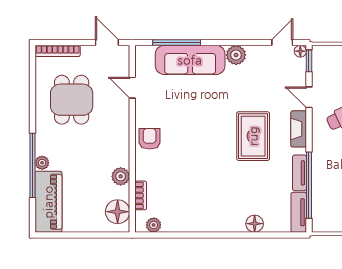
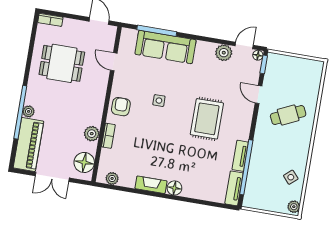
bookcase: (58, 51) -> (50, 20), width x0.64
plant: (236, 55) -> (224, 53), moved
dining table: (72, 100) -> (62, 63), turned 90
side table: (193, 124) -> (159, 101), added
fireplace: (299, 129) -> (151, 185), moved, turned 90
bookcase: (141, 195) -> (108, 136), moved
floor lamp: (255, 224) -> (174, 188), moved
double door: (83, 235) -> (52, 177), added

